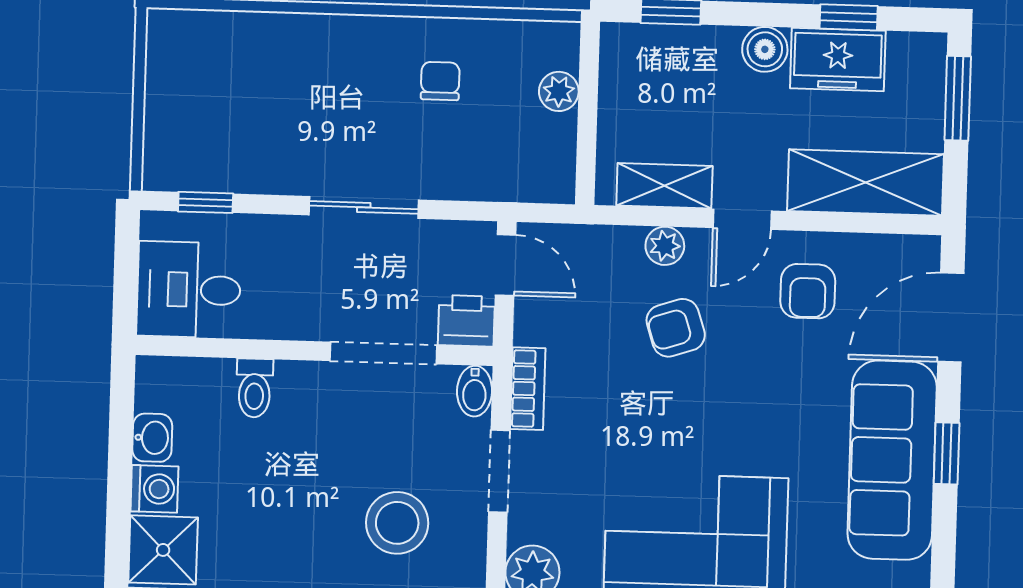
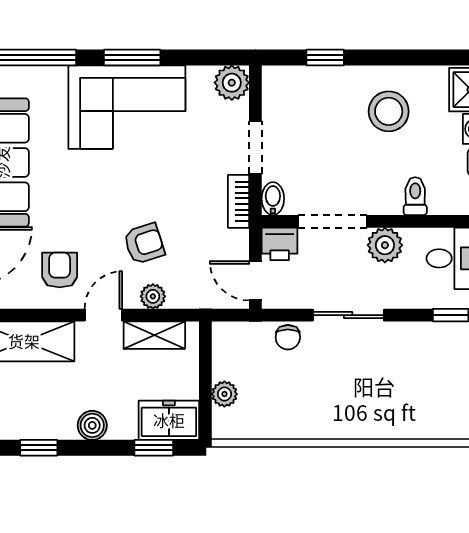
freezer: (838, 60) -> (169, 420), moved
chair: (440, 81) -> (288, 337), moved
plant: (304, 314) -> (385, 245), added
stool: (397, 523) -> (389, 111), moved

